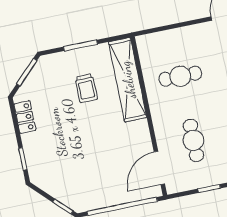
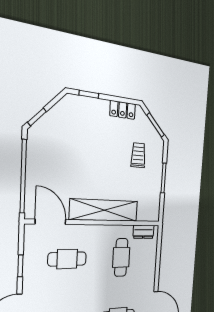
dresser: (146, 55) -> (144, 232), added
shelving: (128, 80) -> (104, 210), moved
trolley: (86, 88) -> (138, 155), moved, turned 90

